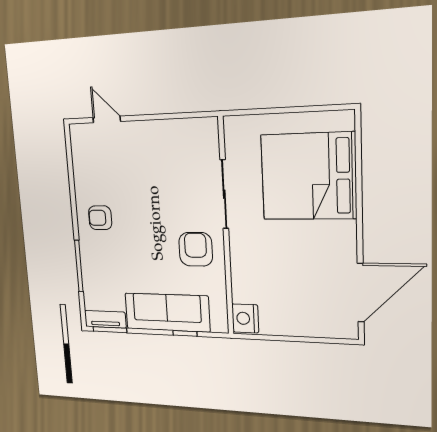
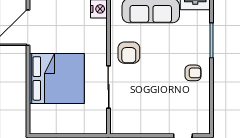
bed: (308, 176) -> (57, 78), moved

